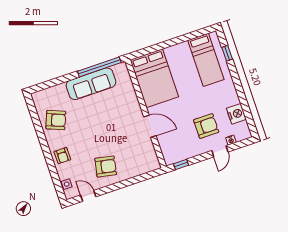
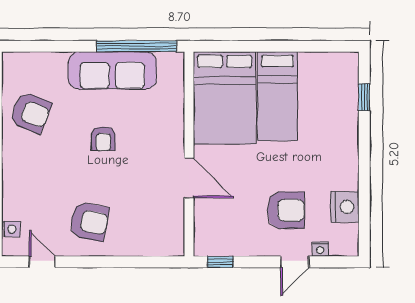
bed: (206, 60) -> (277, 96), moved
armchair: (62, 156) -> (103, 139), moved

